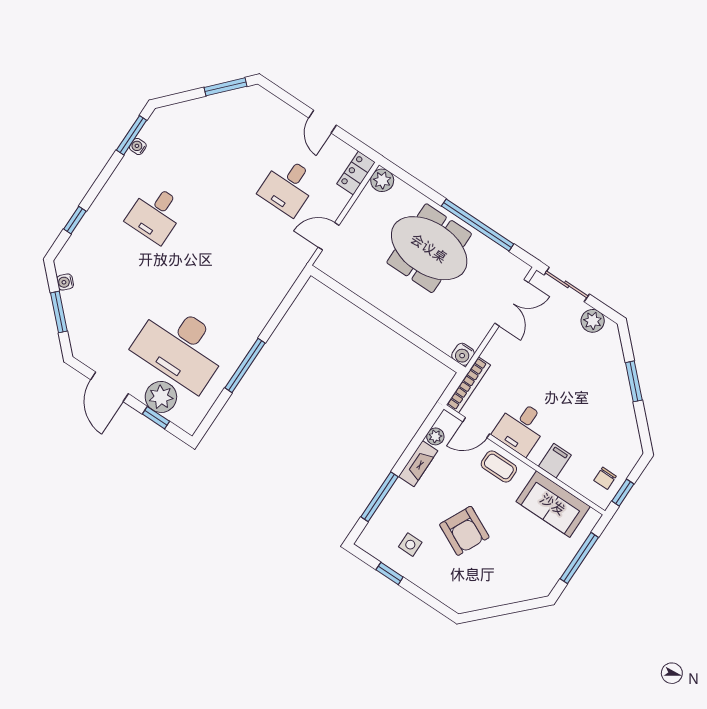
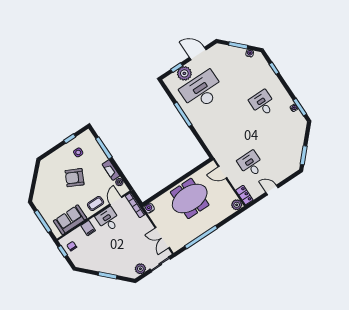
door: (329, 236) -> (223, 172), swing flipped
meeting table: (429, 248) -> (190, 198), moved

